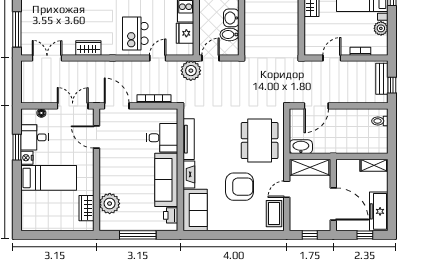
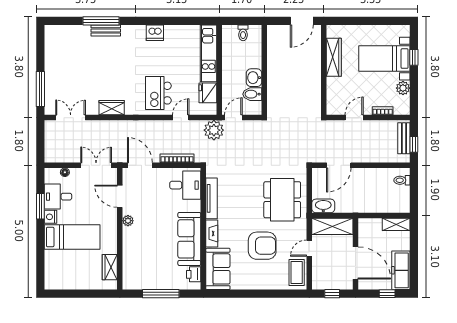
desk: (162, 138) -> (185, 185), moved
plant: (110, 204) -> (128, 221), moved, width x0.53, depth x0.53

